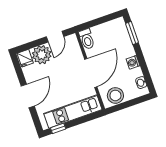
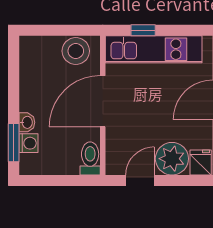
washing machine: (133, 62) -> (28, 143), moved
washbasin: (141, 83) -> (27, 122), moved
window: (58, 128) -> (143, 30), moved

